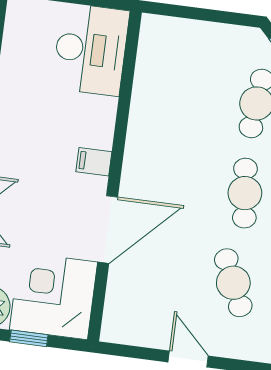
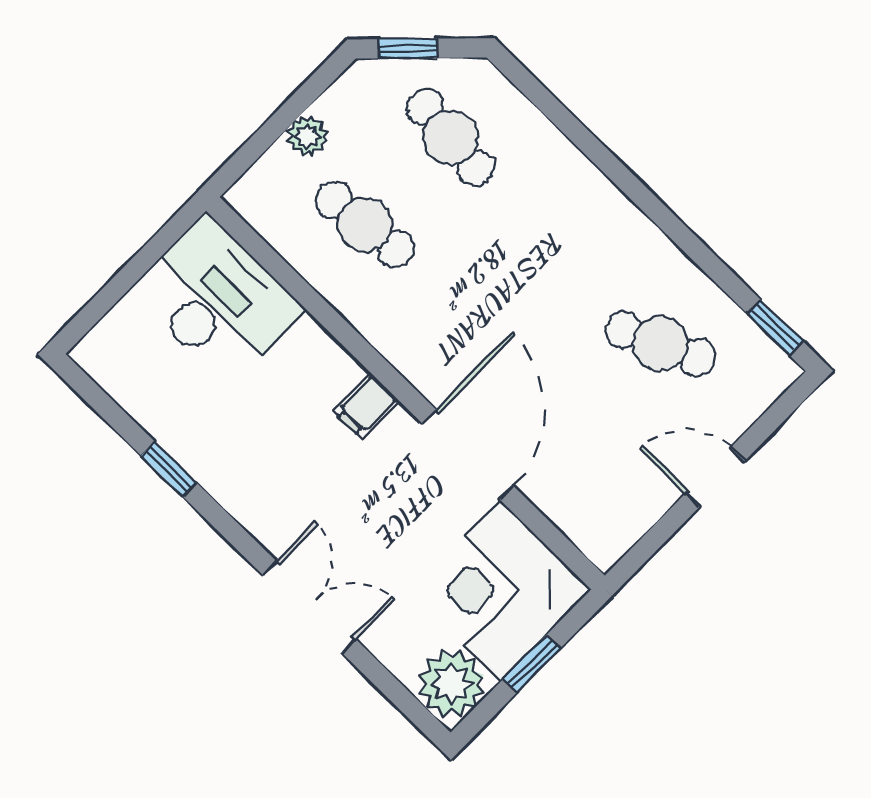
plant: (204, 33) -> (307, 136), added
cafe table: (245, 193) -> (365, 224), moved

